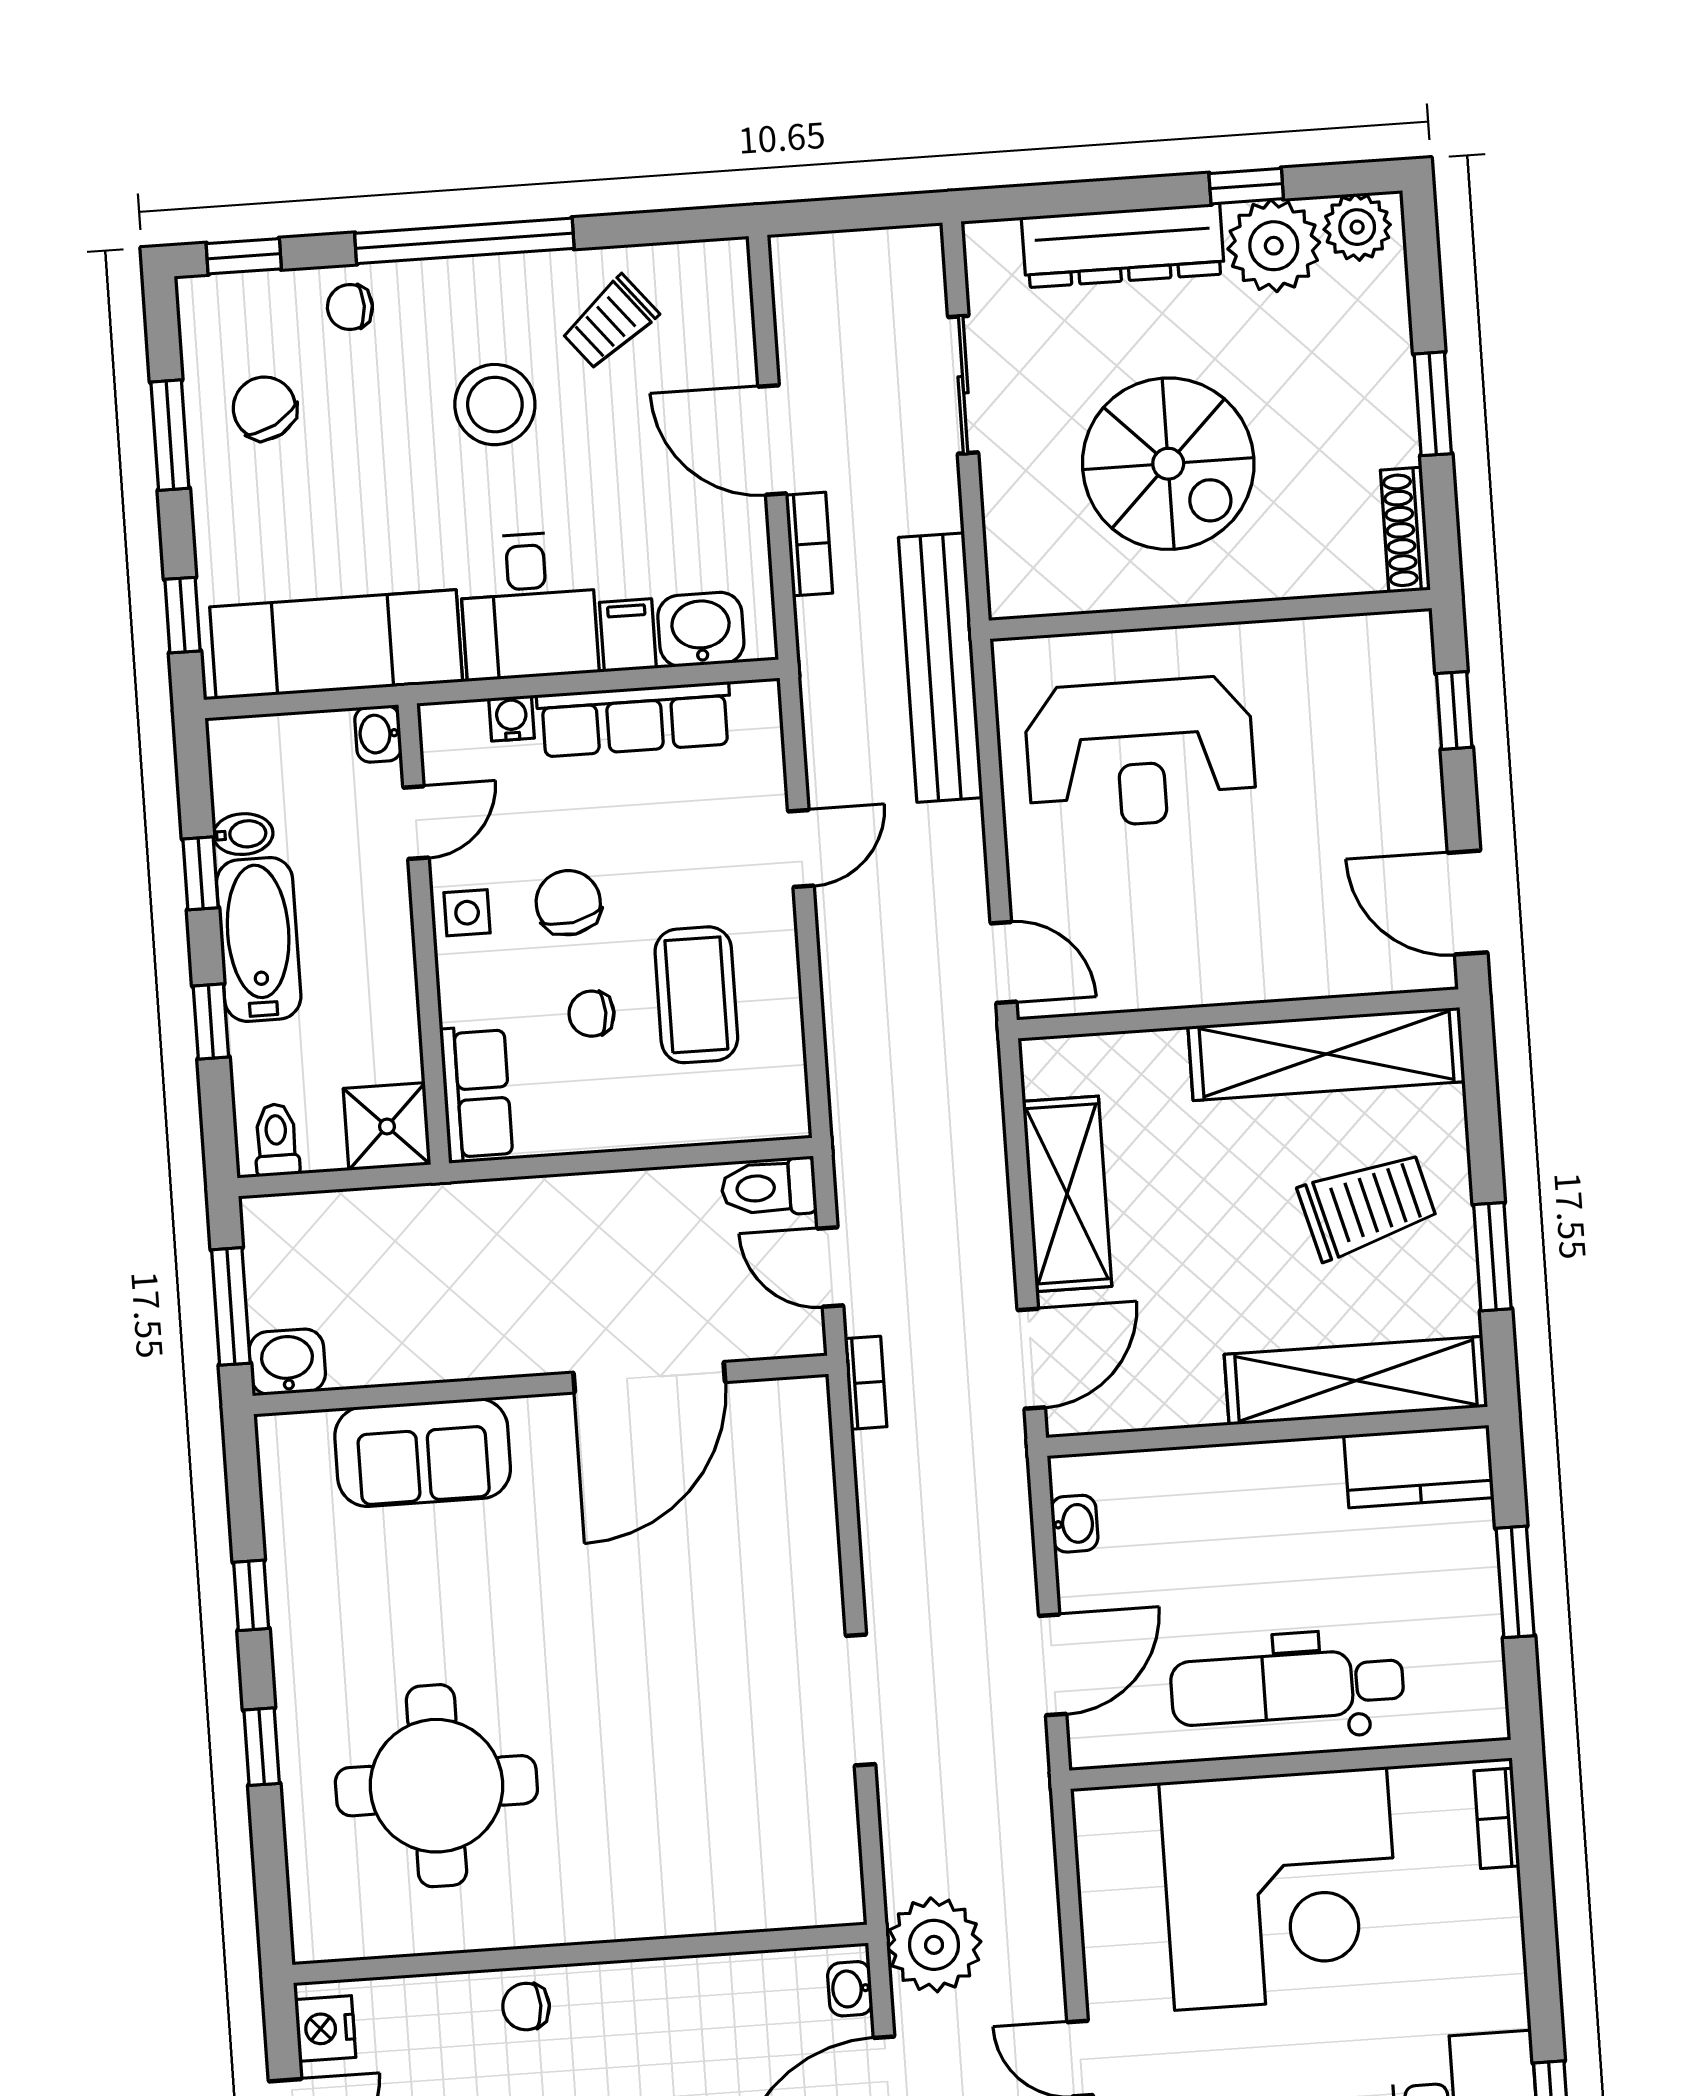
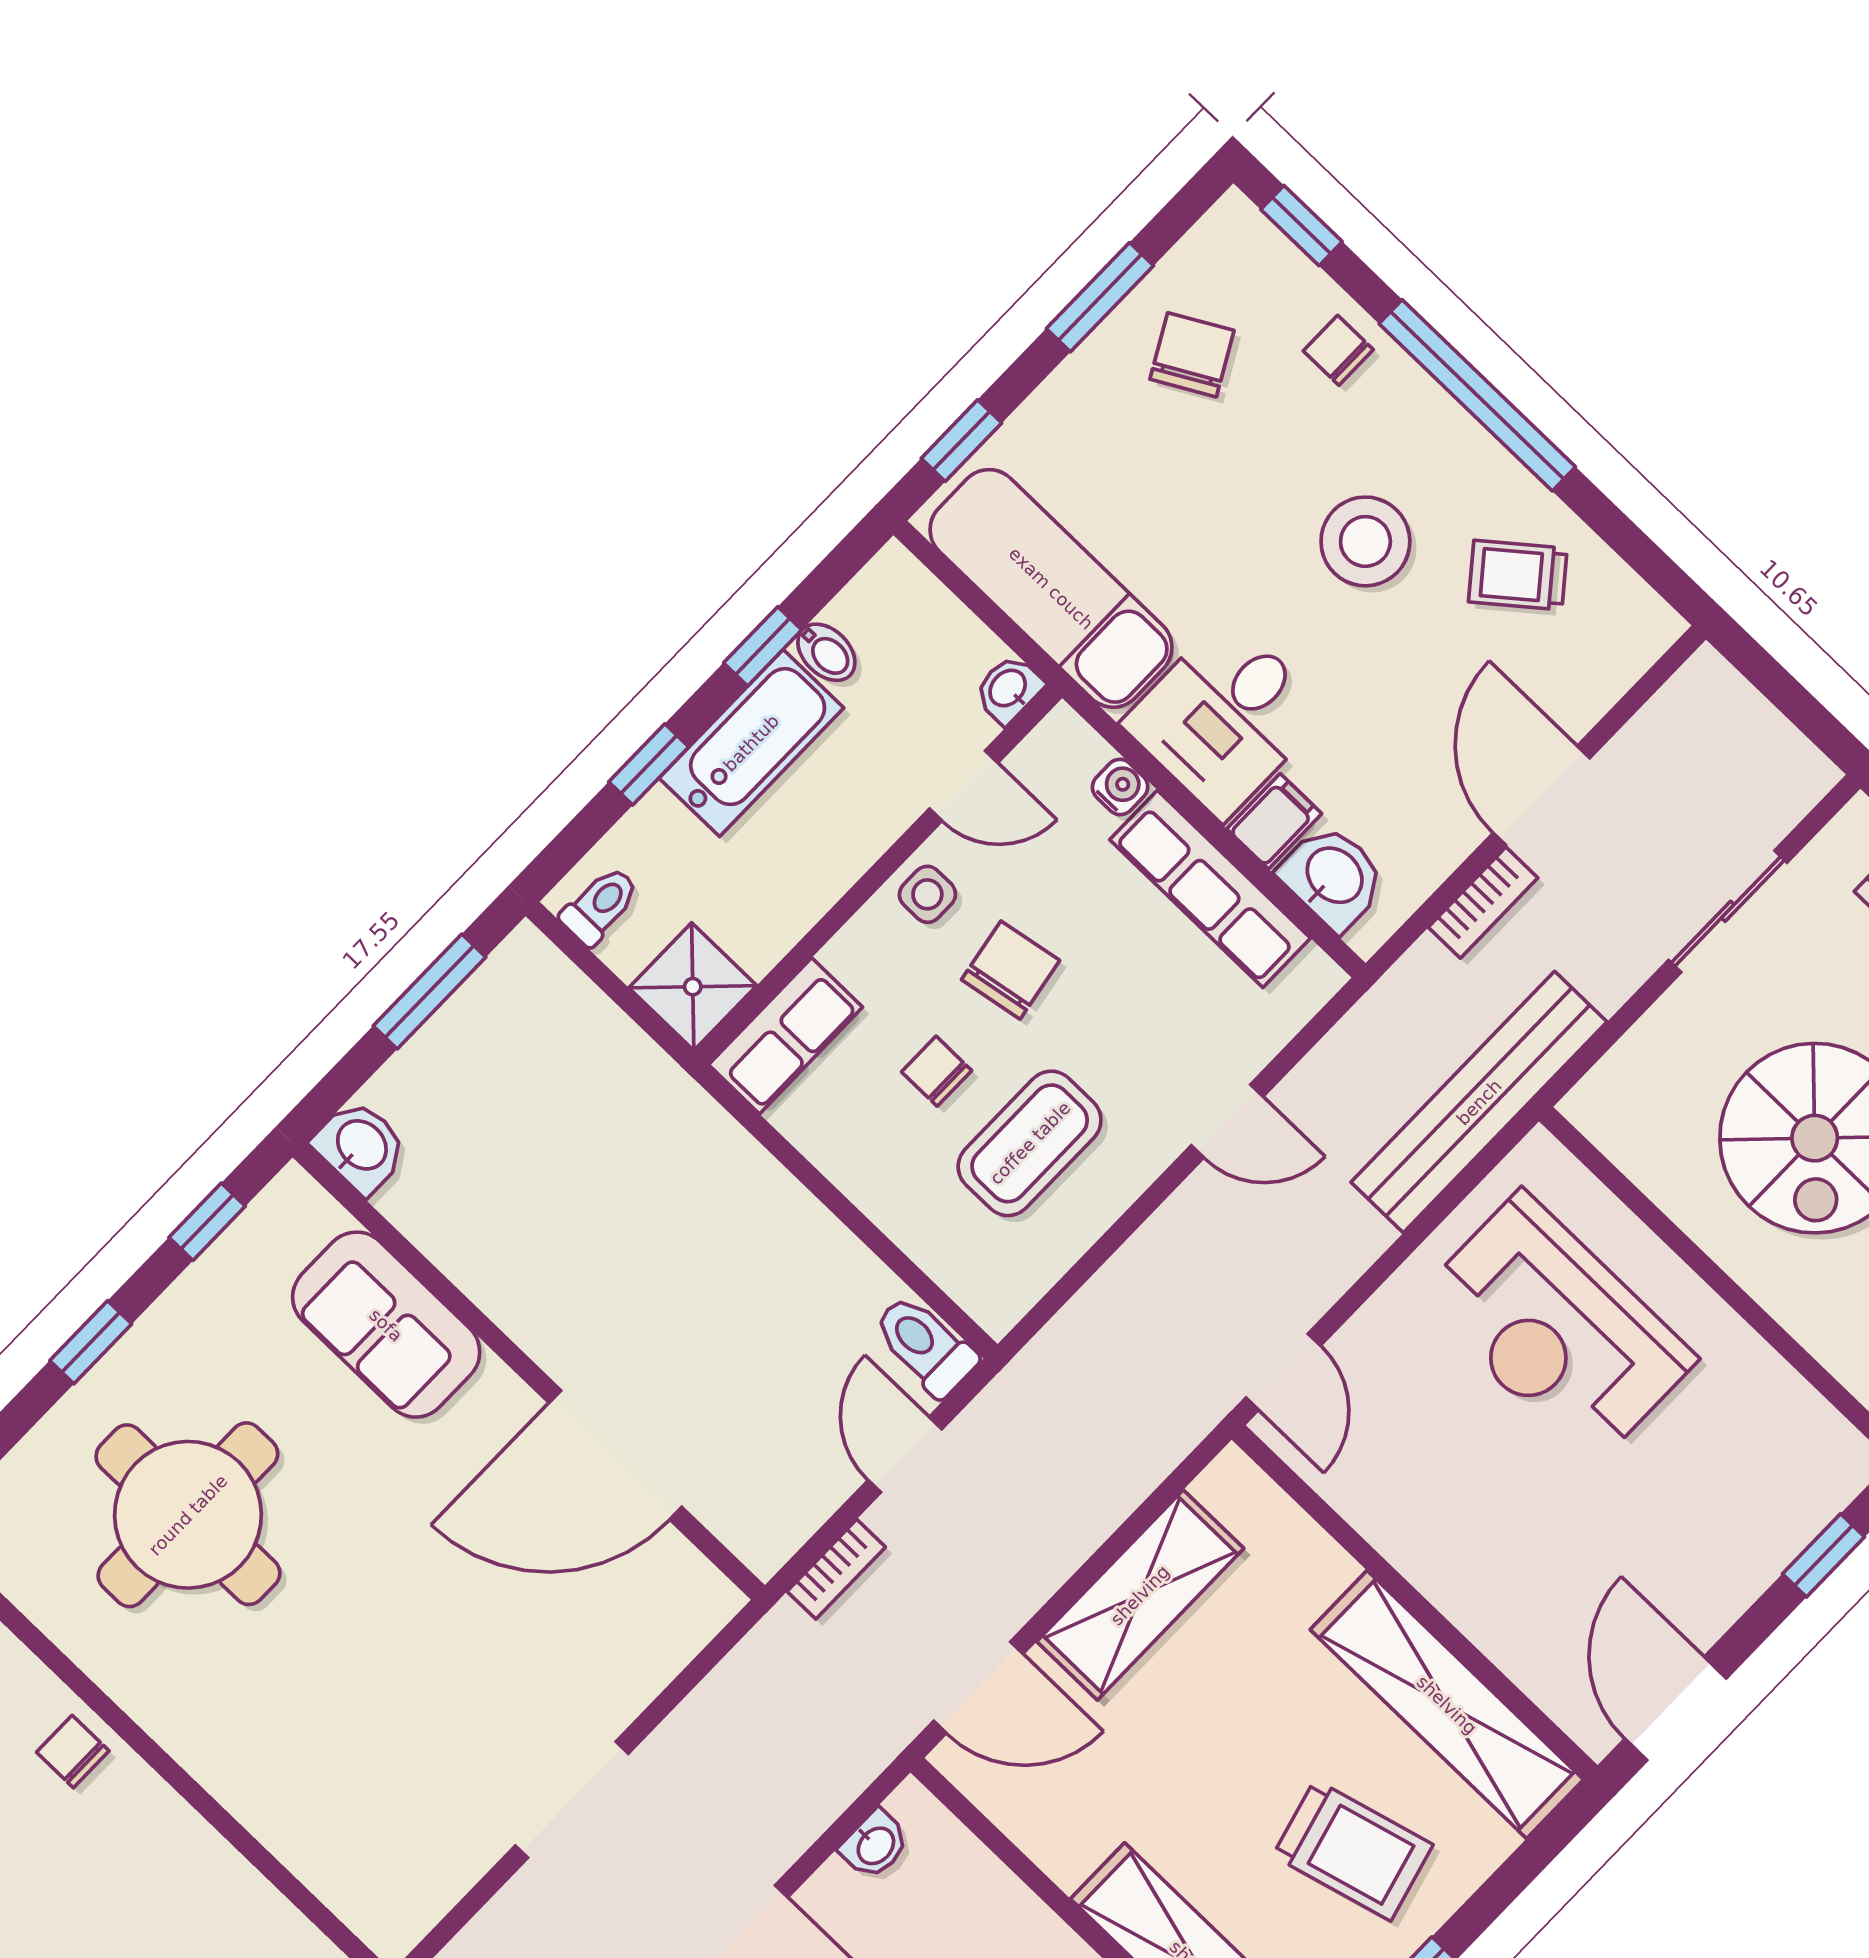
washbasin: (287, 1362) -> (361, 1146), moved
door: (649, 1377) -> (615, 1455), moved
wall: (540, 1385) -> (529, 1371), moved
sofa: (423, 1452) -> (386, 1325), moved

